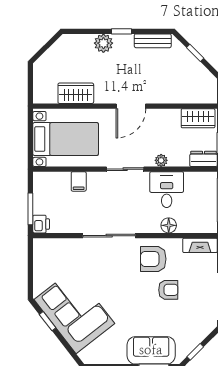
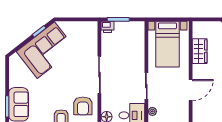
door: (131, 106) -> (191, 90), swing flipped
filing cabinet: (79, 181) -> (138, 53), removed
armchair: (153, 259) -> (83, 106), turned 180

